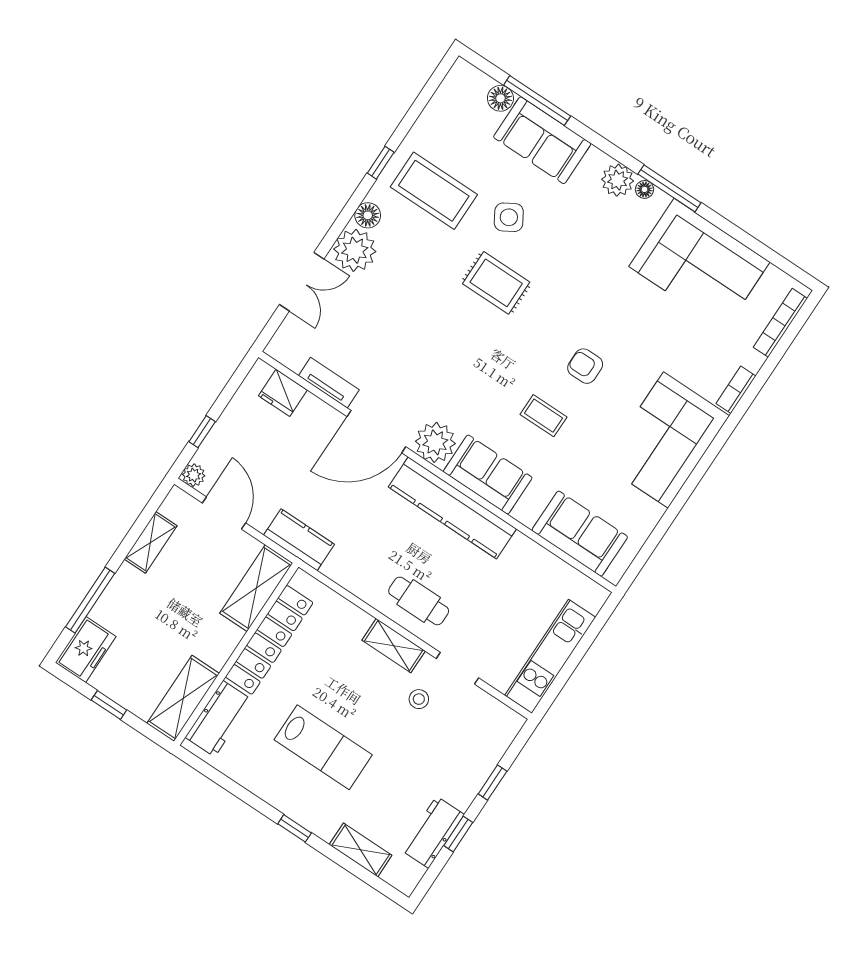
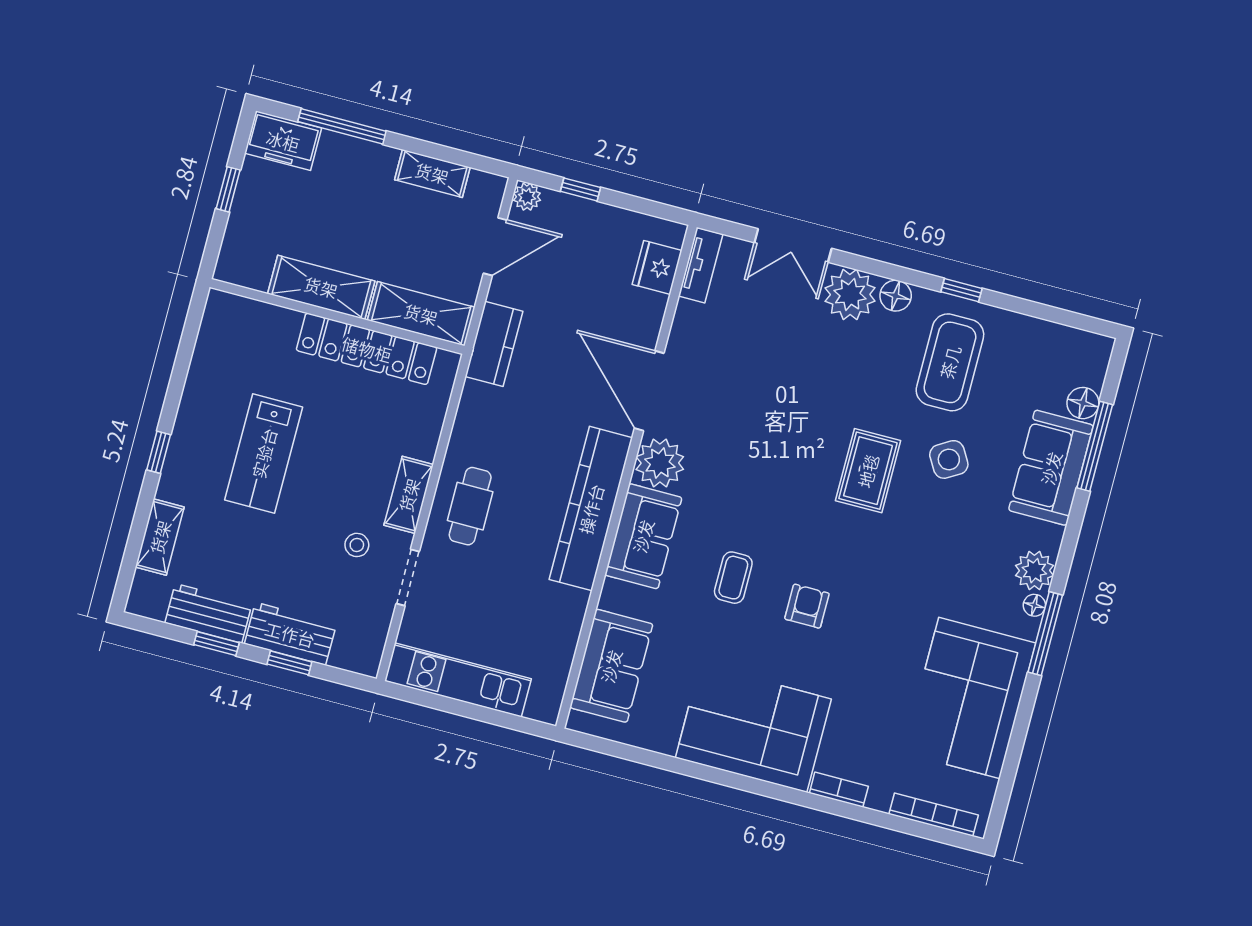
tv unit: (329, 383) -> (701, 265), moved
shelving: (183, 698) -> (321, 287), moved
workbench: (219, 719) -> (290, 634), moved, turned 180

